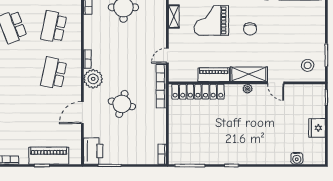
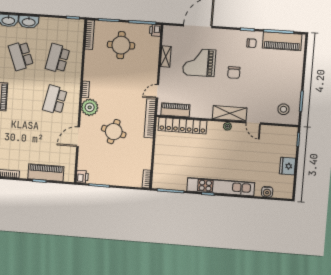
piano: (214, 75) -> (175, 110), moved
printer: (93, 151) -> (82, 177), width x0.53, depth x0.68
kitchen unit: (245, 157) -> (221, 187), added

